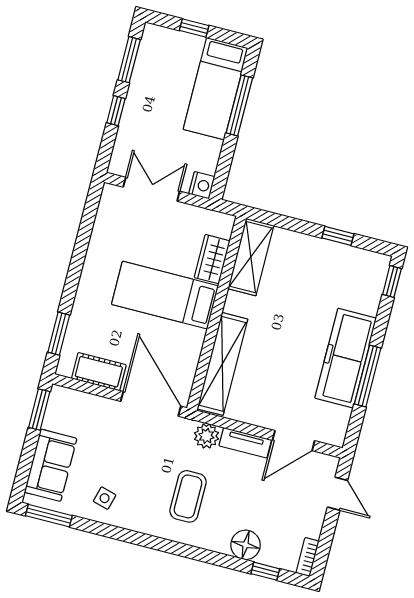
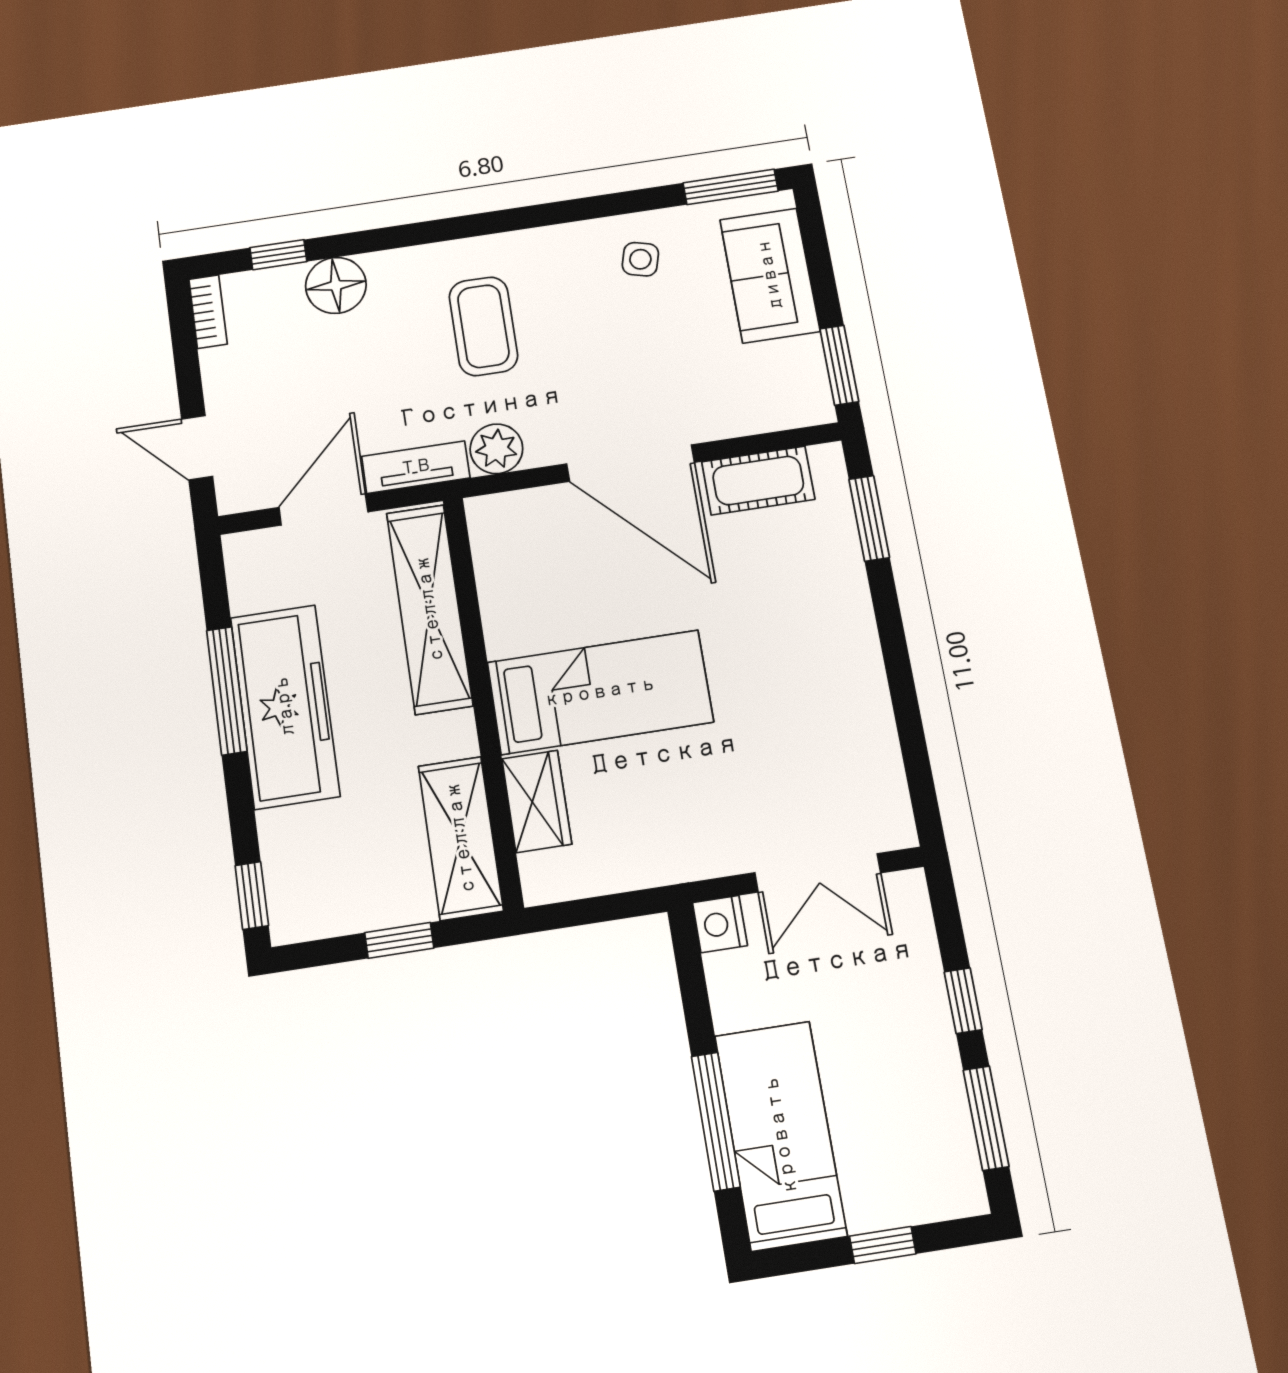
shelving: (251, 257) -> (461, 838), moved
wardrobe: (212, 259) -> (537, 801), moved
bed: (165, 295) -> (600, 692), moved
wall: (217, 313) -> (483, 700), moved
shelving: (222, 364) -> (430, 609), moved

